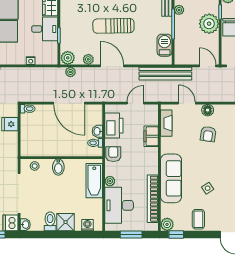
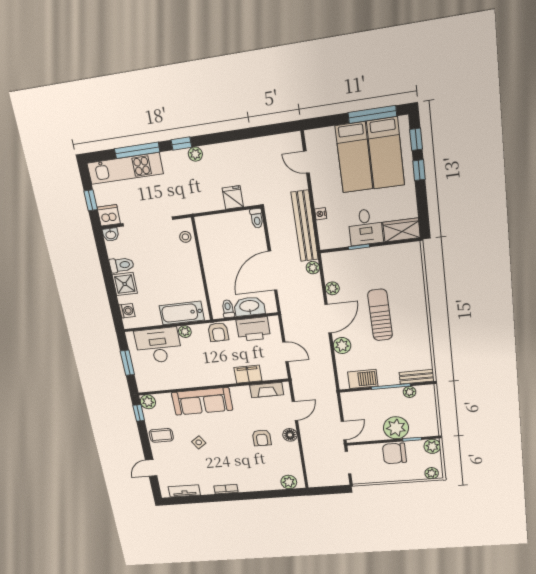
plant: (68, 58) -> (342, 345), moved
bench: (165, 74) -> (305, 226), moved
washbasin: (97, 131) -> (249, 306), width x1.91, depth x1.45
armchair: (208, 134) -> (262, 438), turned -98
armchair: (113, 154) -> (218, 332), turned 90
bidet: (58, 167) -> (190, 267), removed
bookcase: (153, 199) -> (174, 383), removed

